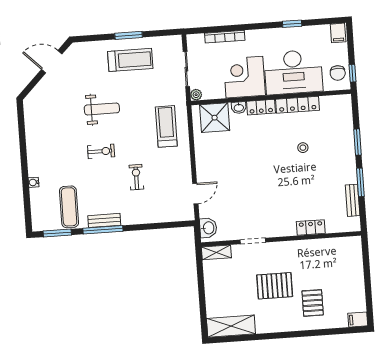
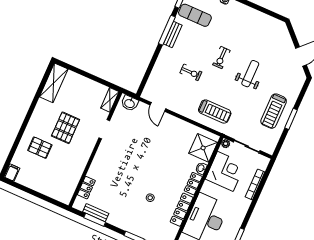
corner desk: (244, 77) -> (225, 171), moved
weight bench: (102, 109) -> (250, 74), turned 180
window: (360, 182) -> (95, 220), moved
locker: (311, 227) -> (86, 188), moved

